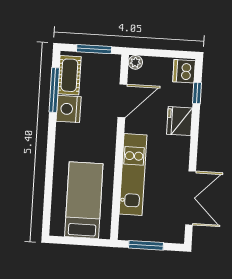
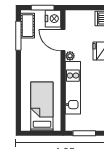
plant: (135, 62) -> (70, 56), moved
door: (122, 101) -> (63, 40), swing flipped
nightstand: (69, 109) -> (53, 19), moved, turned 180

